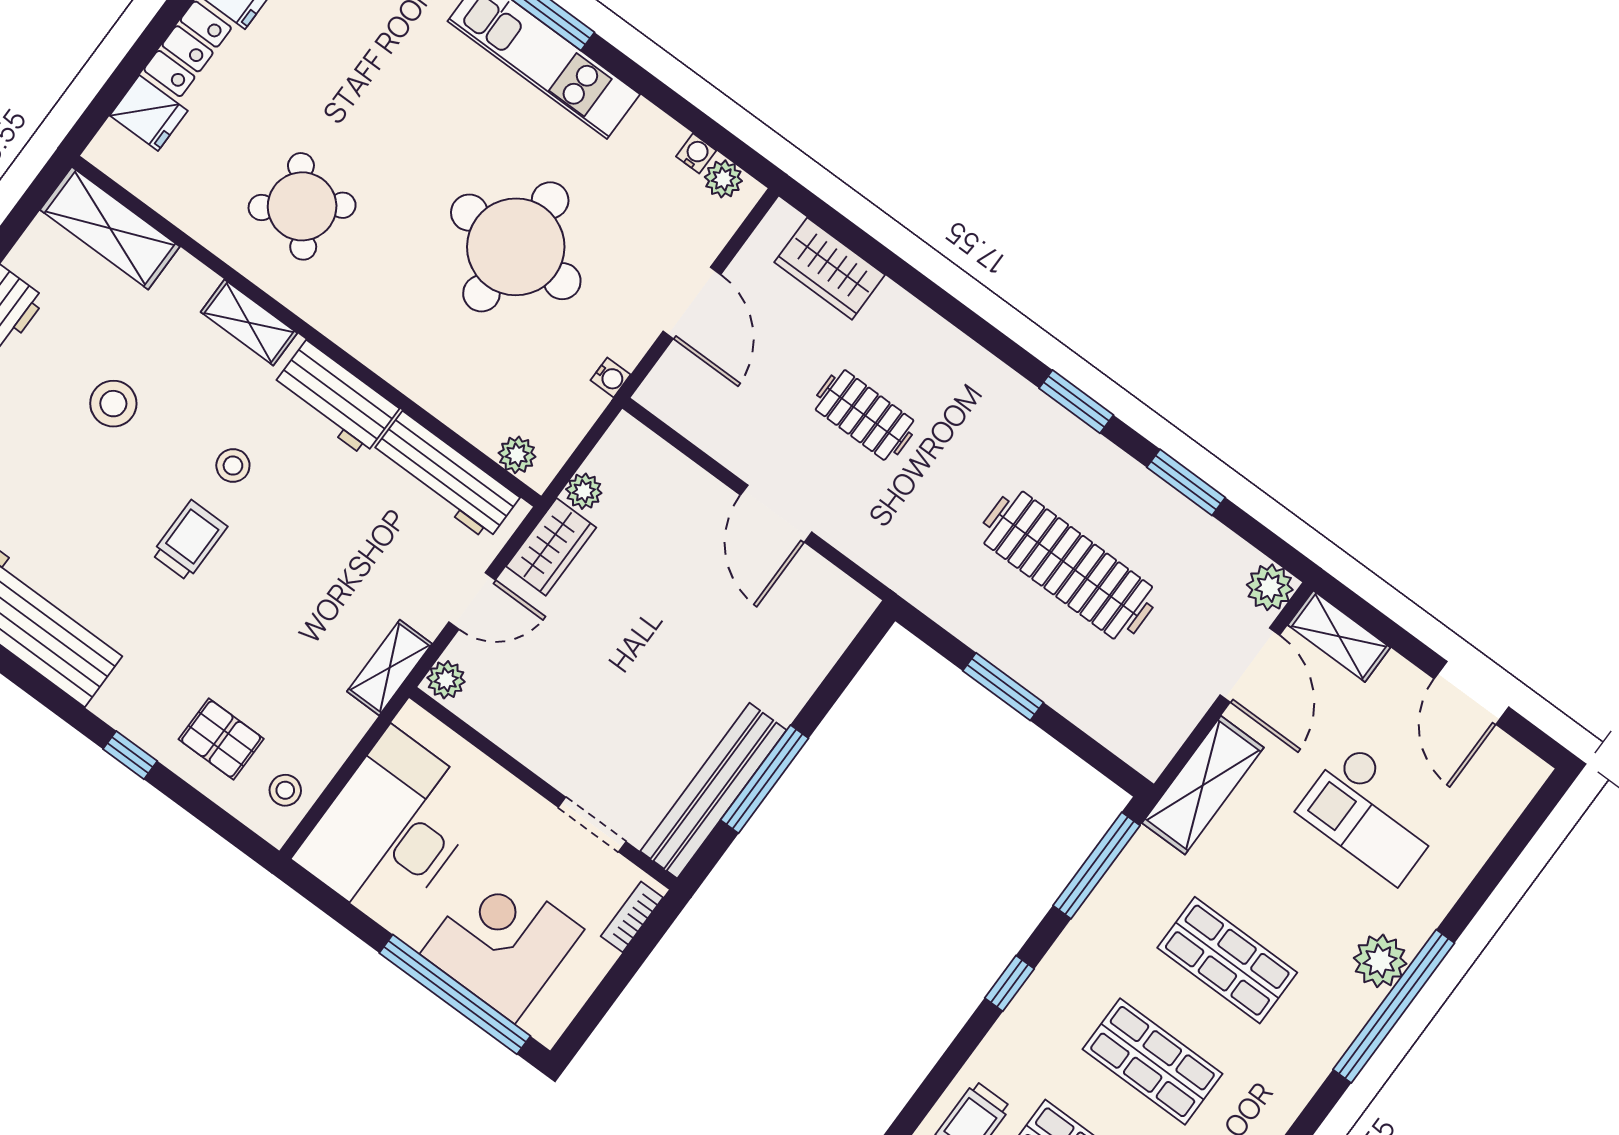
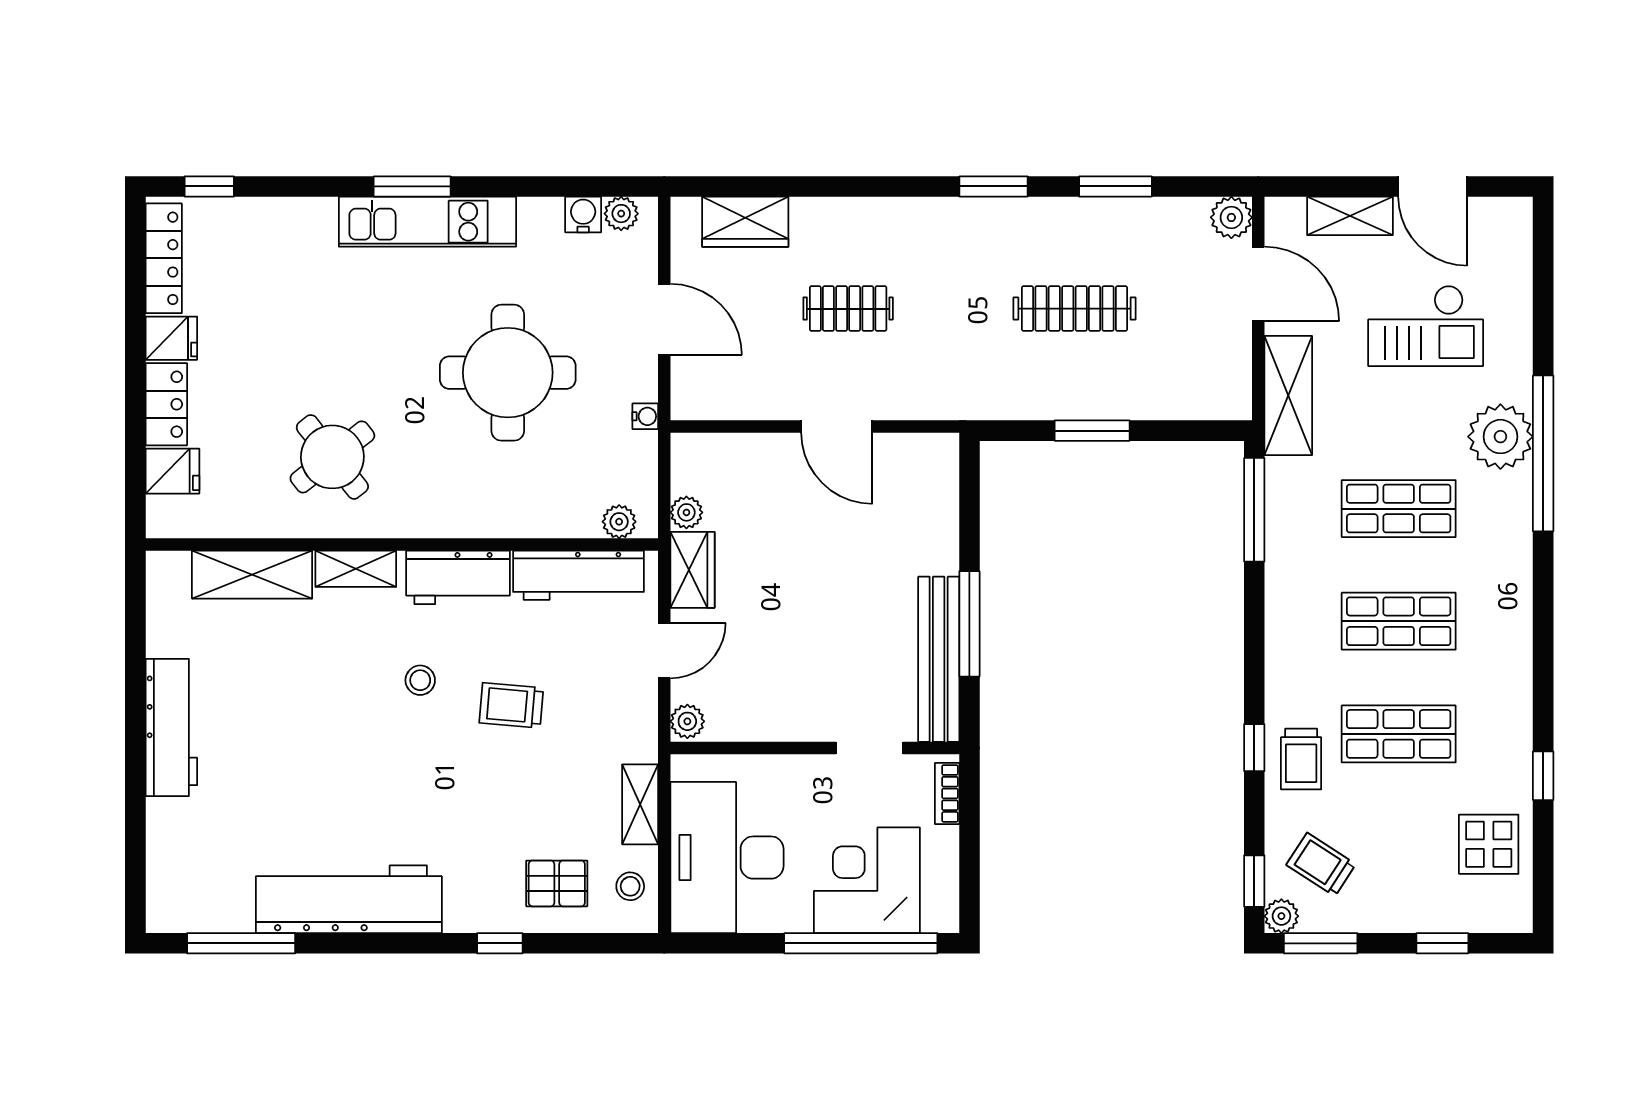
water cooler: (696, 153) -> (583, 215), width x1.38, depth x1.38
shelving: (110, 228) -> (252, 575), moved
stool: (113, 404) -> (301, 699), removed
trolley: (189, 540) -> (511, 705), moved, turned -85
clothes rail: (1068, 565) -> (1074, 309), width x0.73, depth x0.76
shelving: (1339, 636) -> (1350, 216), moved
shelving: (390, 668) -> (640, 804), moved
plant: (1380, 961) -> (1500, 437), width x1.36, depth x1.36
window: (1009, 983) -> (1254, 748), moved

